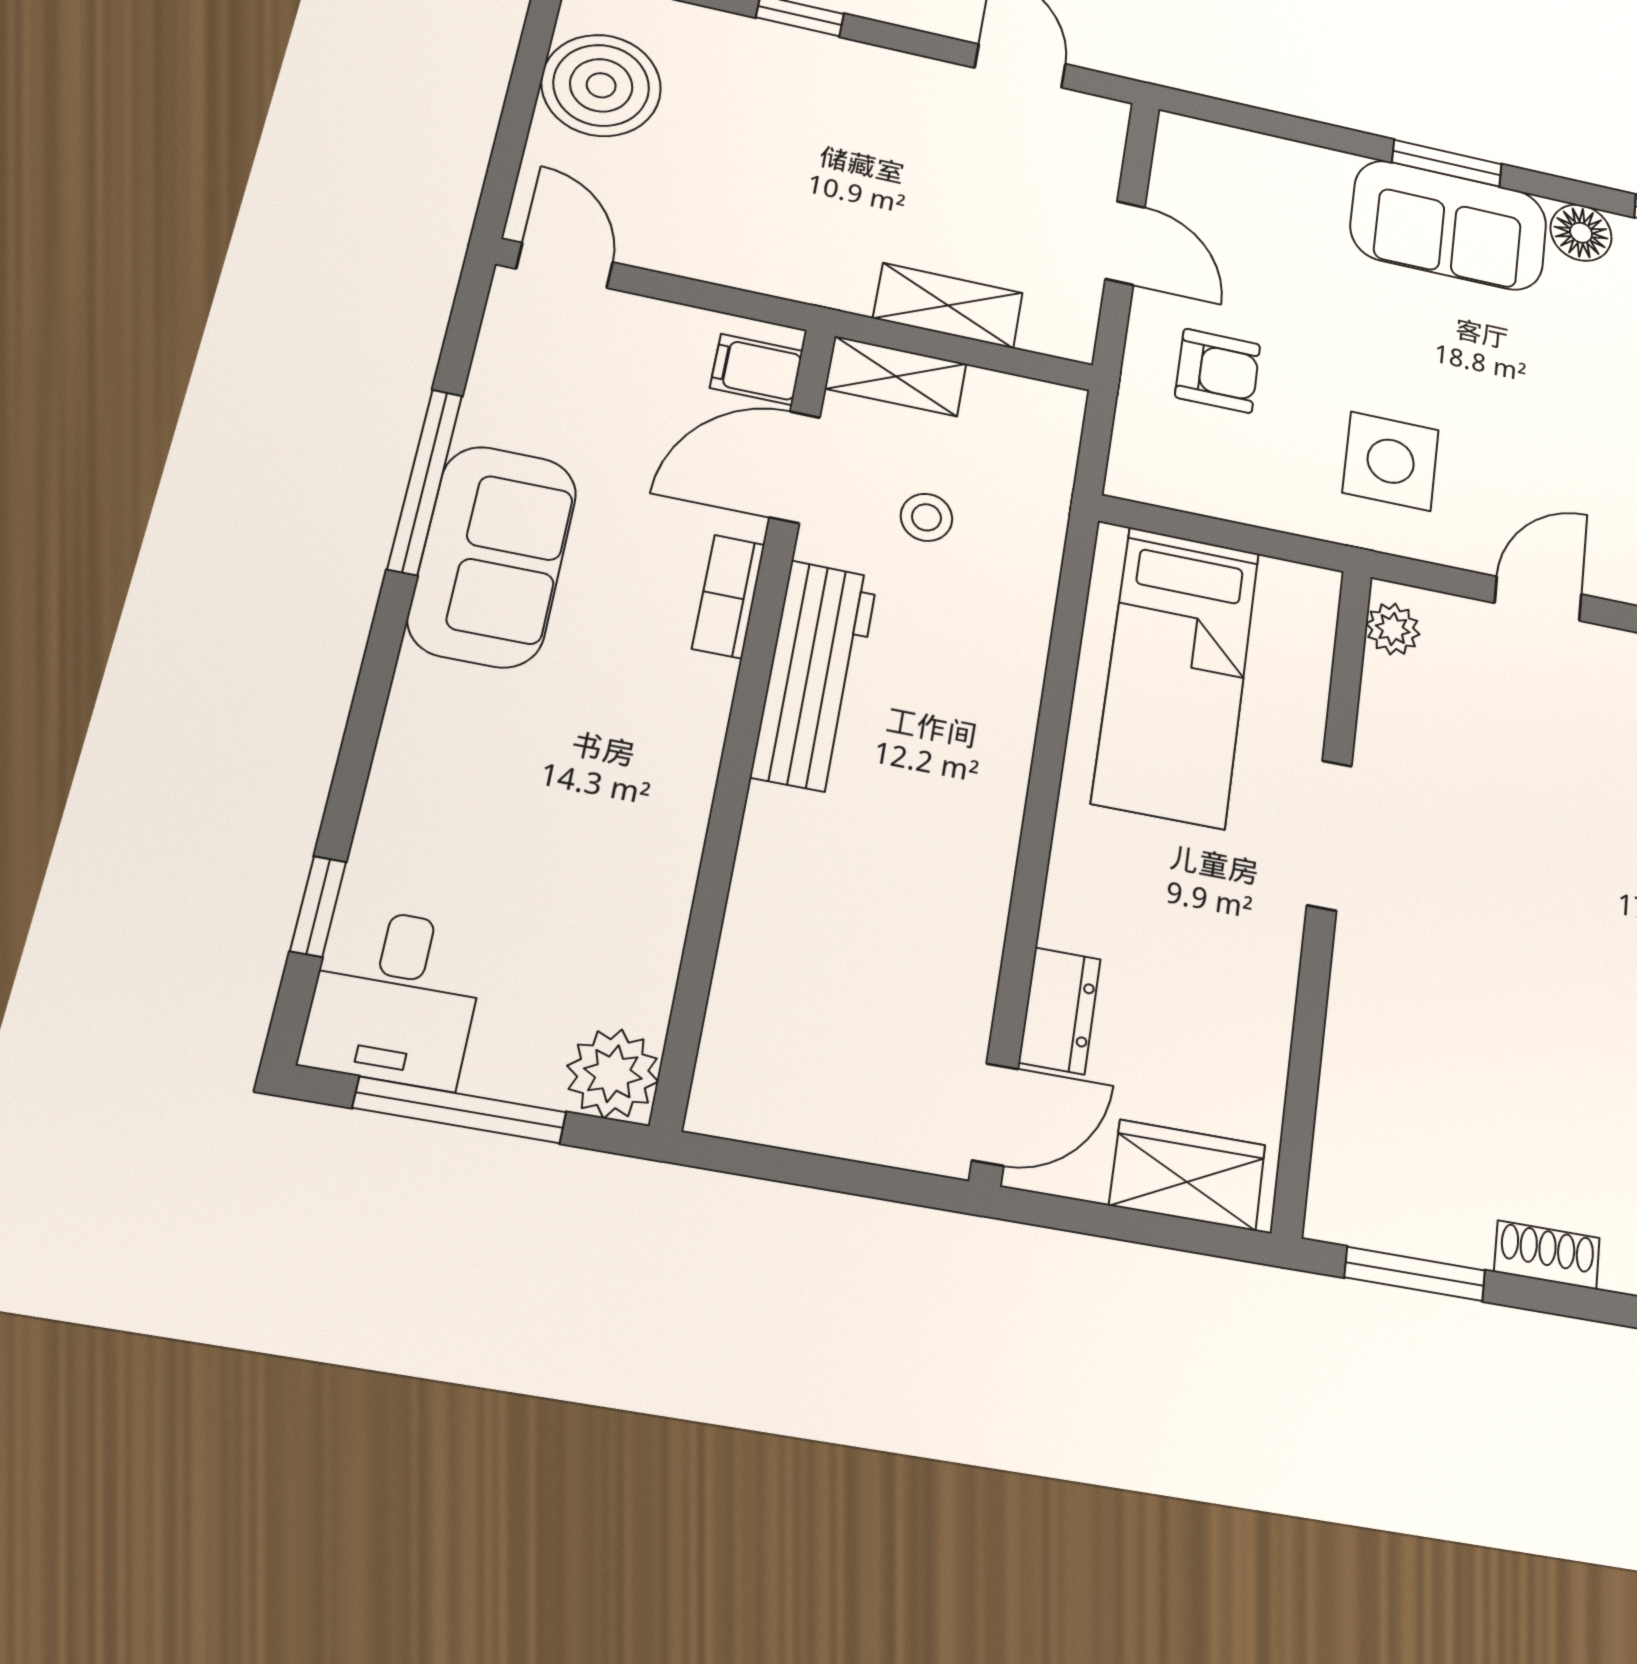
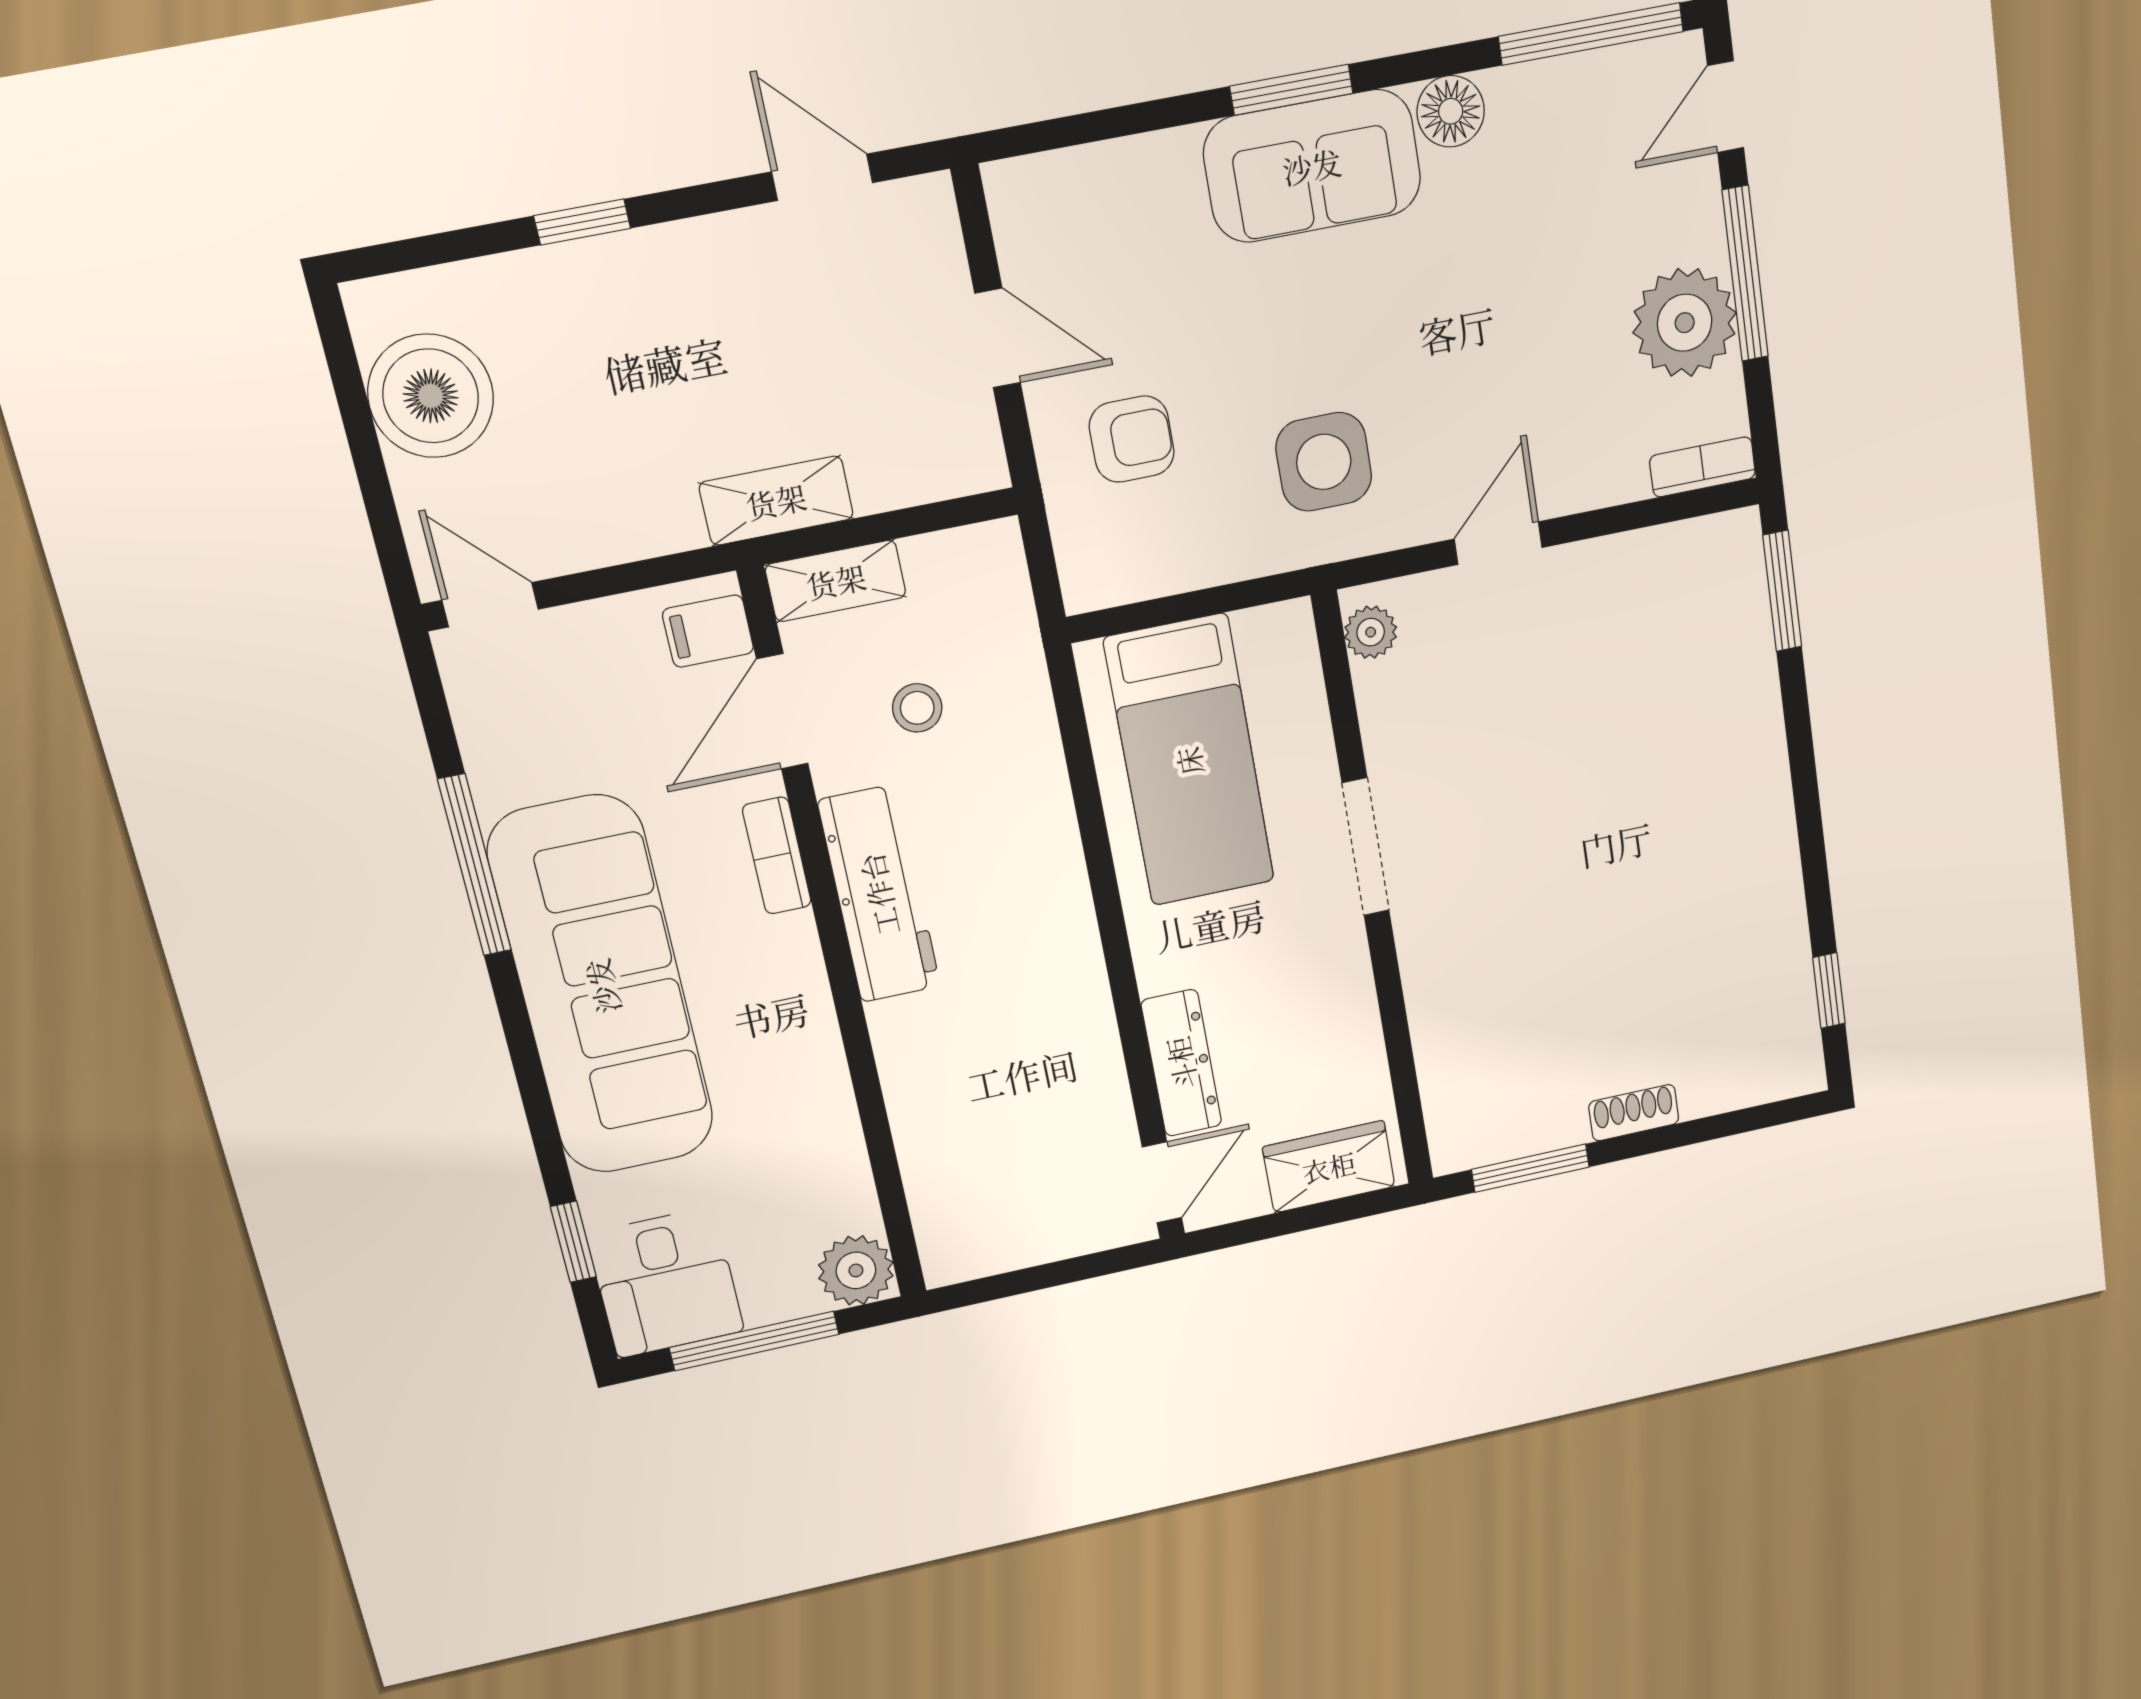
shelving: (948, 306) -> (776, 501), moved
sofa: (493, 556) -> (602, 986), width x1.85, depth x1.27
dresser: (1060, 1011) -> (1181, 1063), width x1.44

